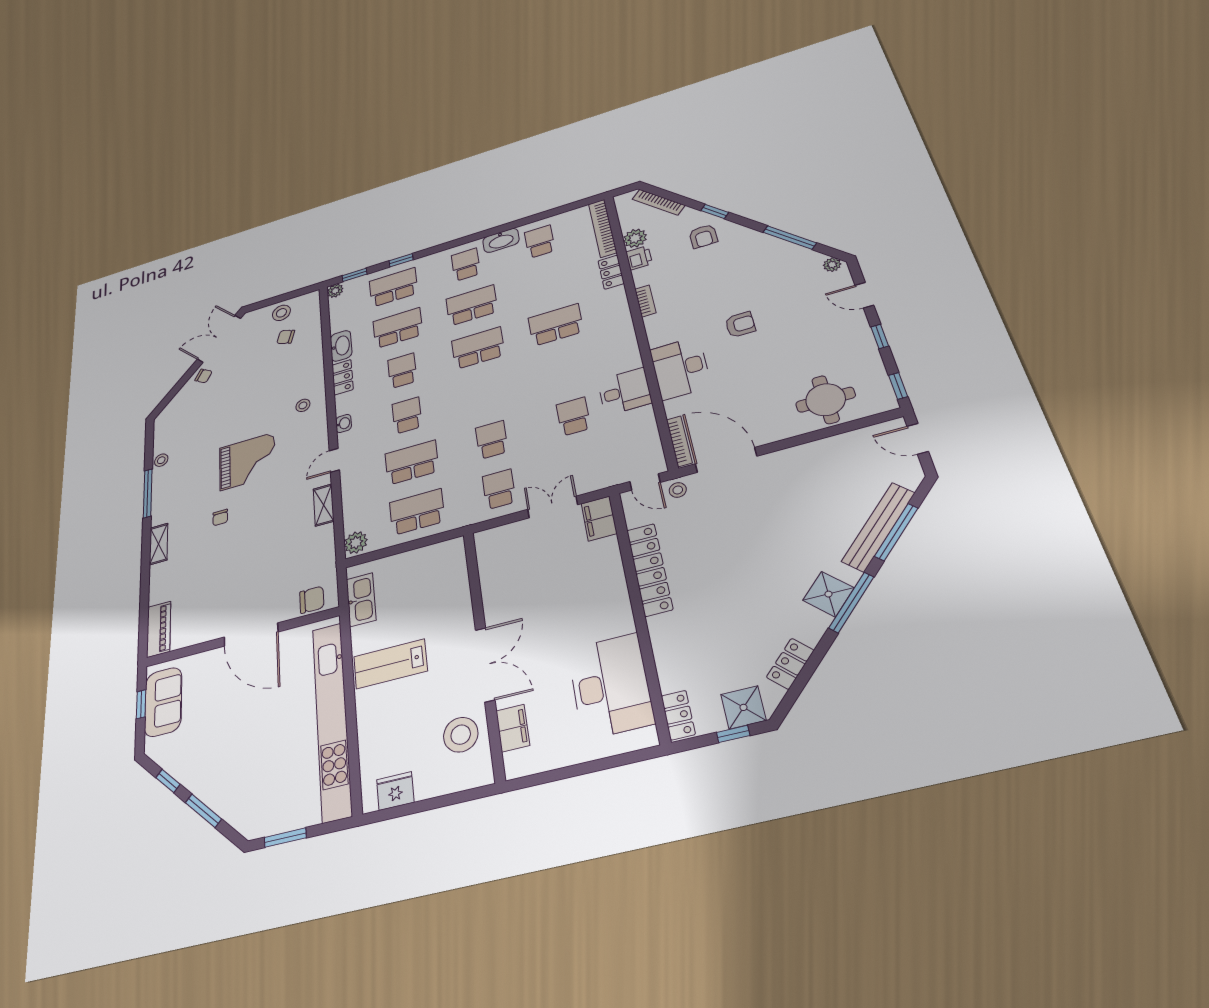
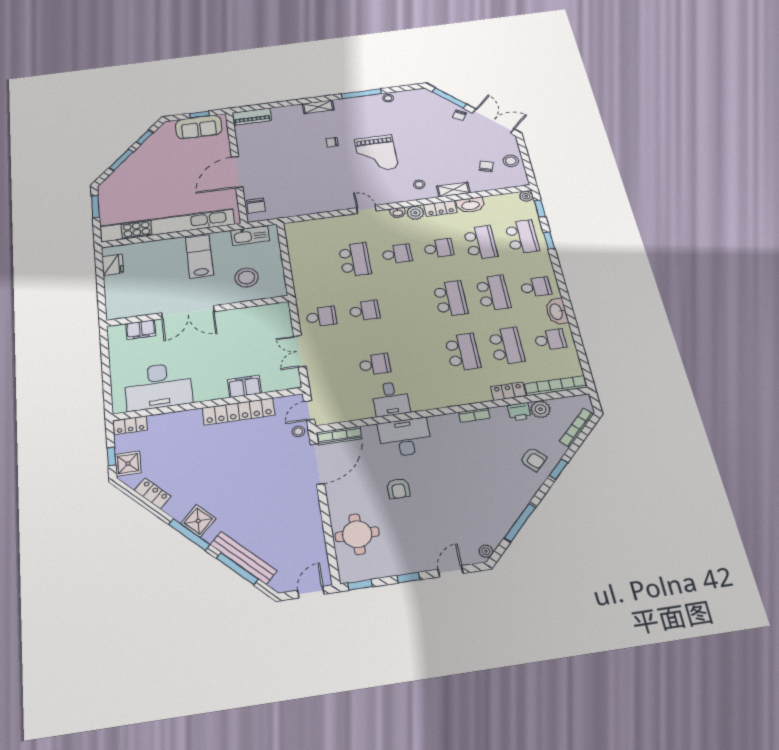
armchair: (703, 236) -> (533, 459), turned -135
armchair: (740, 325) -> (398, 488), moved
window: (175, 390) -> (449, 98), added
shelving: (324, 505) -> (453, 189), moved
double door: (553, 507) -> (300, 351), swing flipped
school desk: (417, 512) -> (507, 346), moved
filing cabinet: (599, 518) -> (244, 386), moved
plant: (356, 543) -> (415, 213), moved
stool: (461, 735) -> (247, 278), moved

